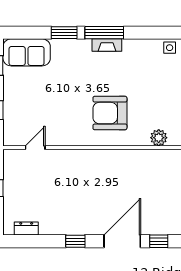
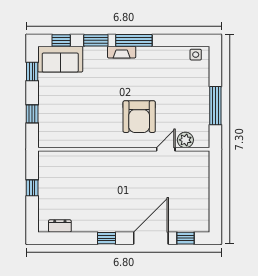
window: (28, 33) -> (61, 40), added
fireplace: (107, 45) -> (122, 52), moved
armchair: (110, 113) -> (139, 117), turned -90
door: (35, 148) -> (166, 149), moved

